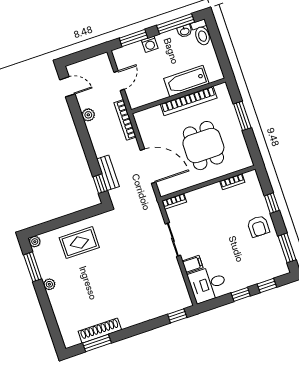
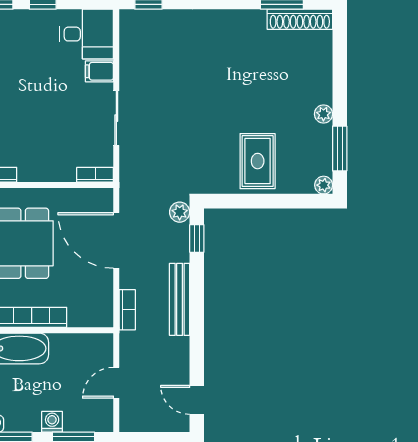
plant: (88, 115) -> (180, 212), moved
bookcase: (125, 120) -> (127, 310), width x0.64
bench: (108, 173) -> (180, 299), moved, width x1.36
rug: (79, 243) -> (258, 161), turned 90
shoe rack: (100, 331) -> (300, 19), moved

